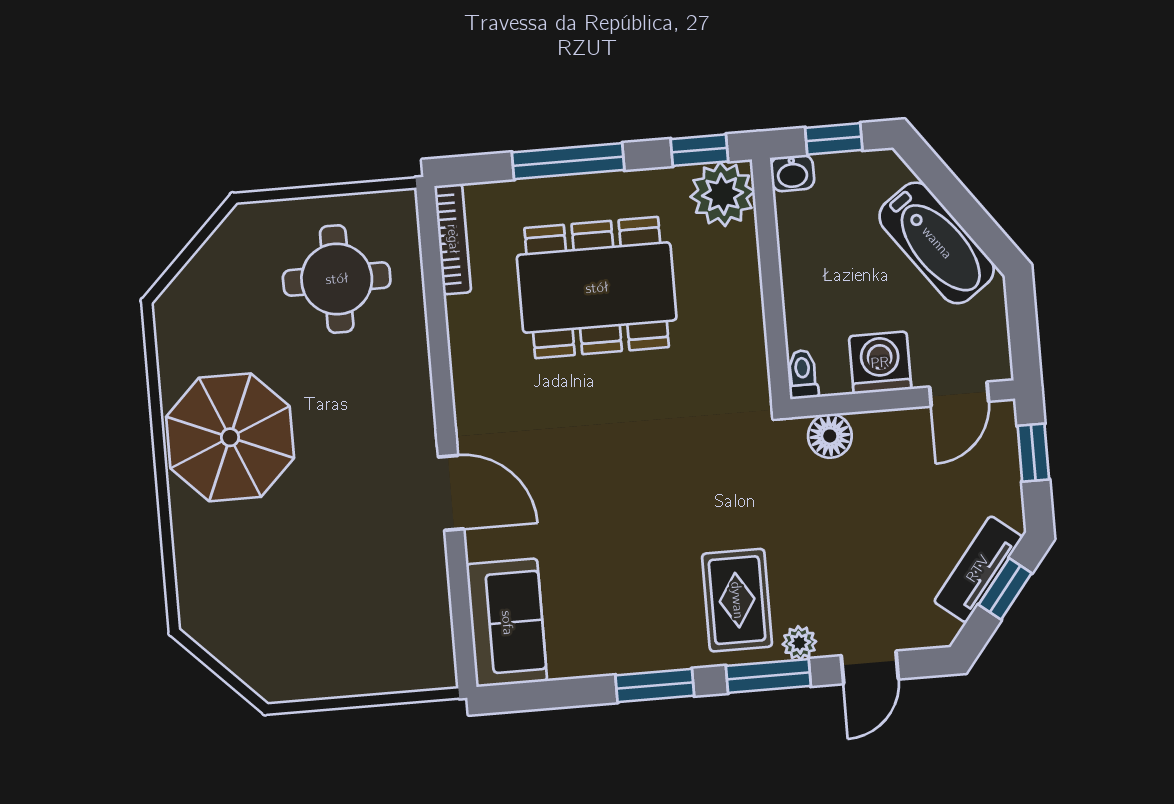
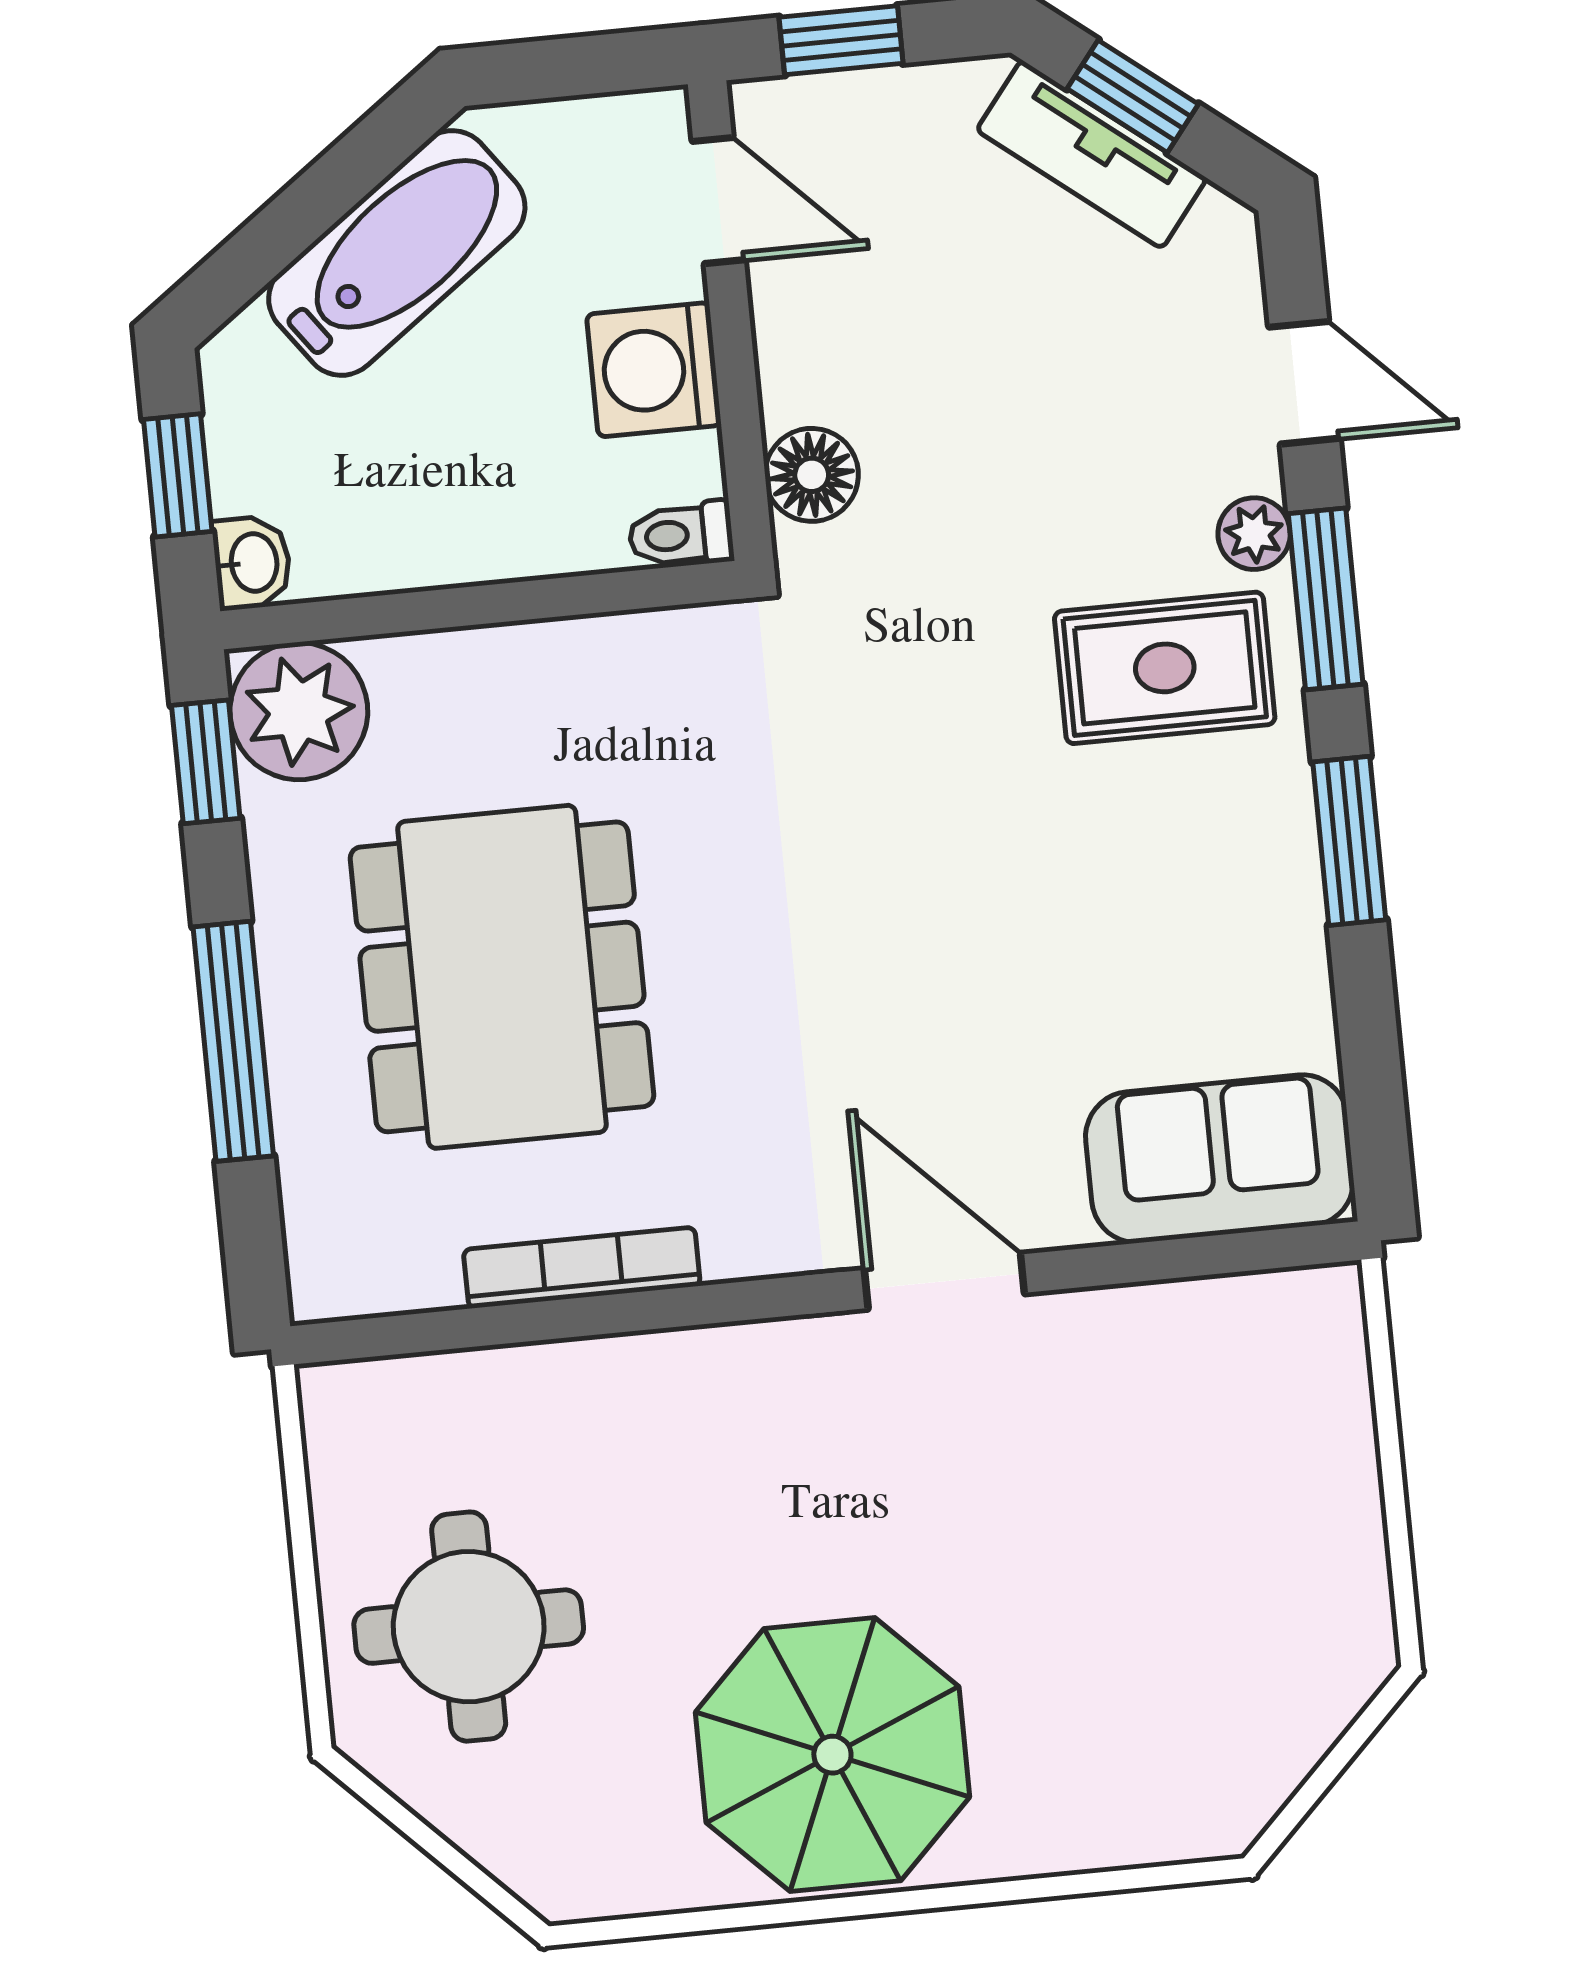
bookcase: (453, 239) -> (582, 1268), moved
round table: (337, 279) -> (469, 1627), moved
door: (451, 493) -> (944, 1281), hinge flipped

